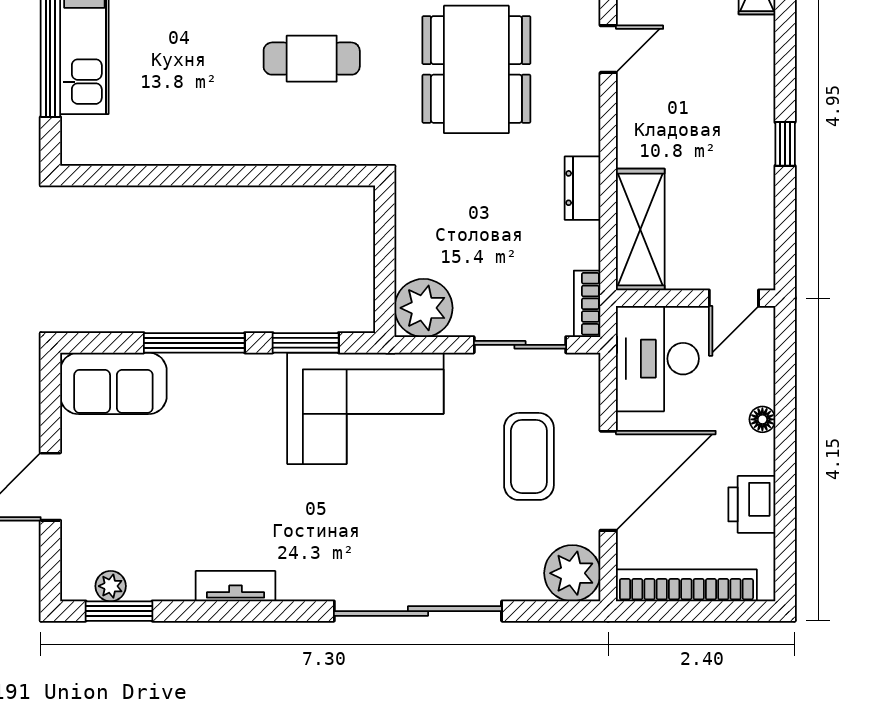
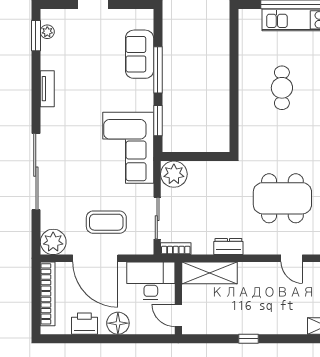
cafe table: (312, 59) -> (282, 88), moved
sofa: (113, 383) -> (140, 54), moved
floor lamp: (762, 419) -> (118, 323), width x1.89, depth x1.89

